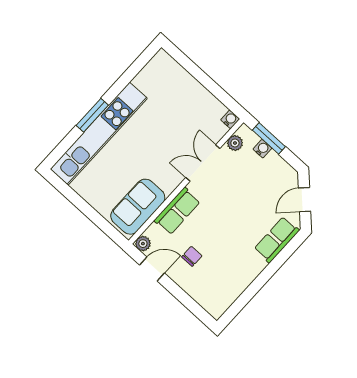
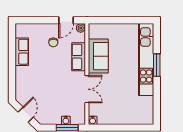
plant: (235, 143) -> (81, 112), removed
sofa: (138, 207) -> (98, 56), moved
row of seats: (277, 240) -> (22, 52), moved

